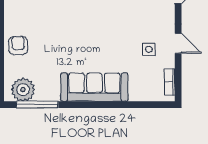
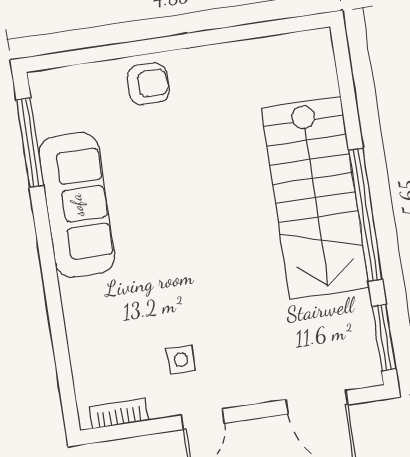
sofa: (94, 87) -> (77, 205), moved
plant: (23, 90) -> (57, 108), removed

